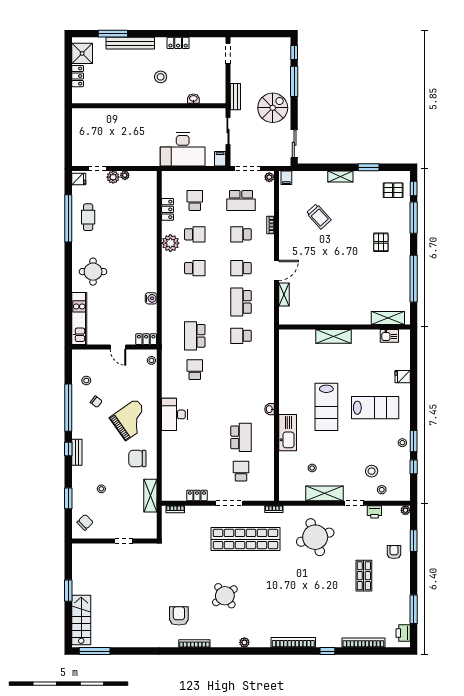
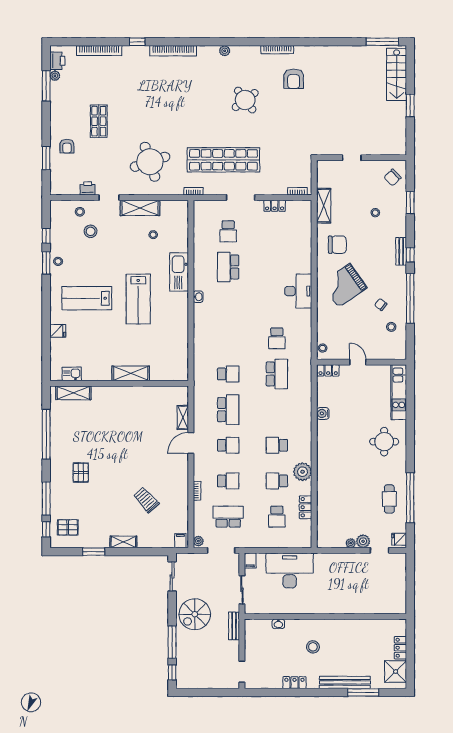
lab bench: (326, 407) -> (138, 299), turned 180
plant: (405, 510) -> (55, 76), moved

